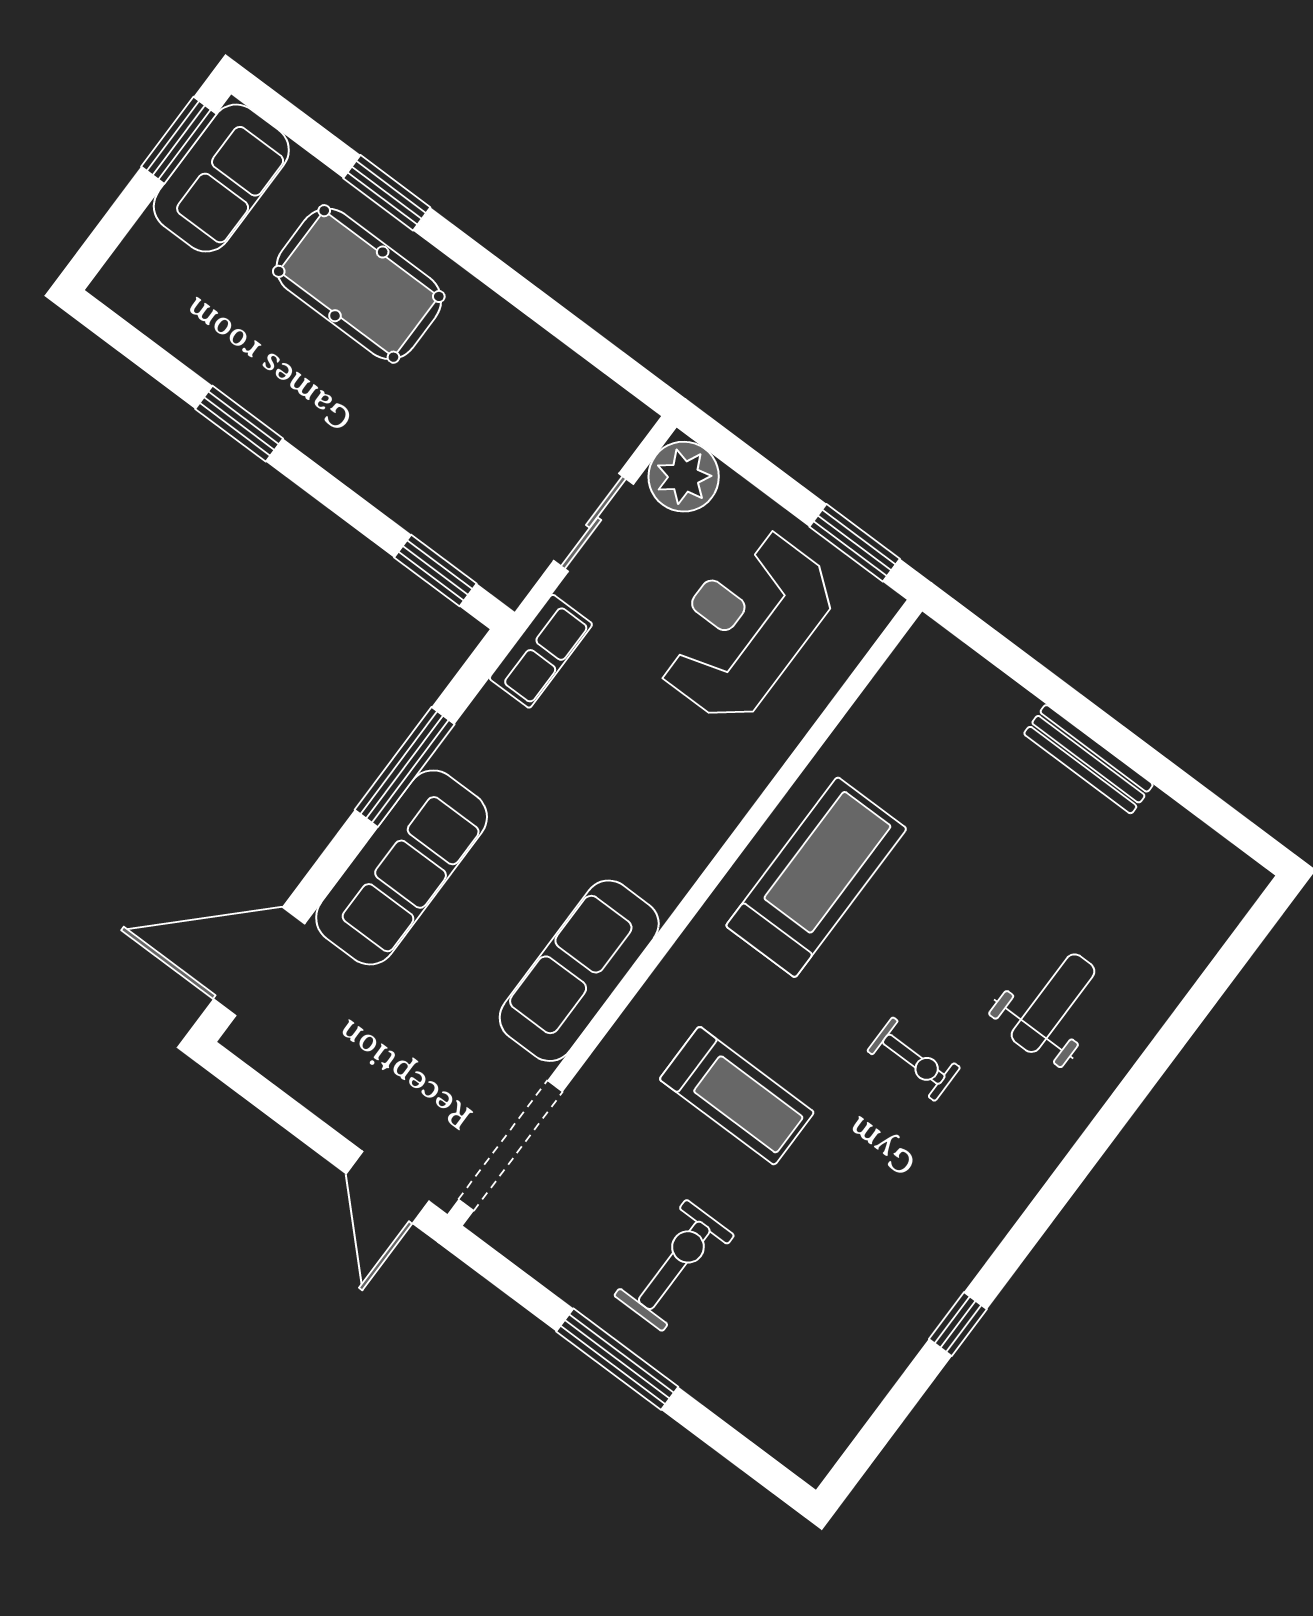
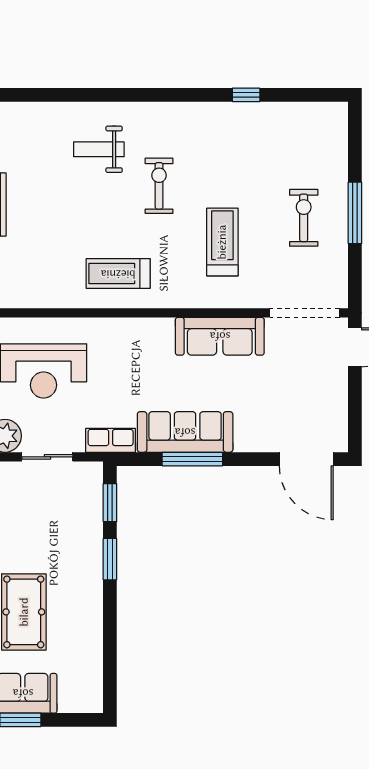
window: (239, 424) -> (110, 559), moved
sofa: (402, 867) -> (185, 432), moved
treadmill: (816, 877) -> (118, 274), width x0.73, depth x0.73
exercise bike: (914, 1059) -> (159, 186), width x1.38, depth x1.39
exercise bike: (674, 1265) -> (304, 218), turned 90

